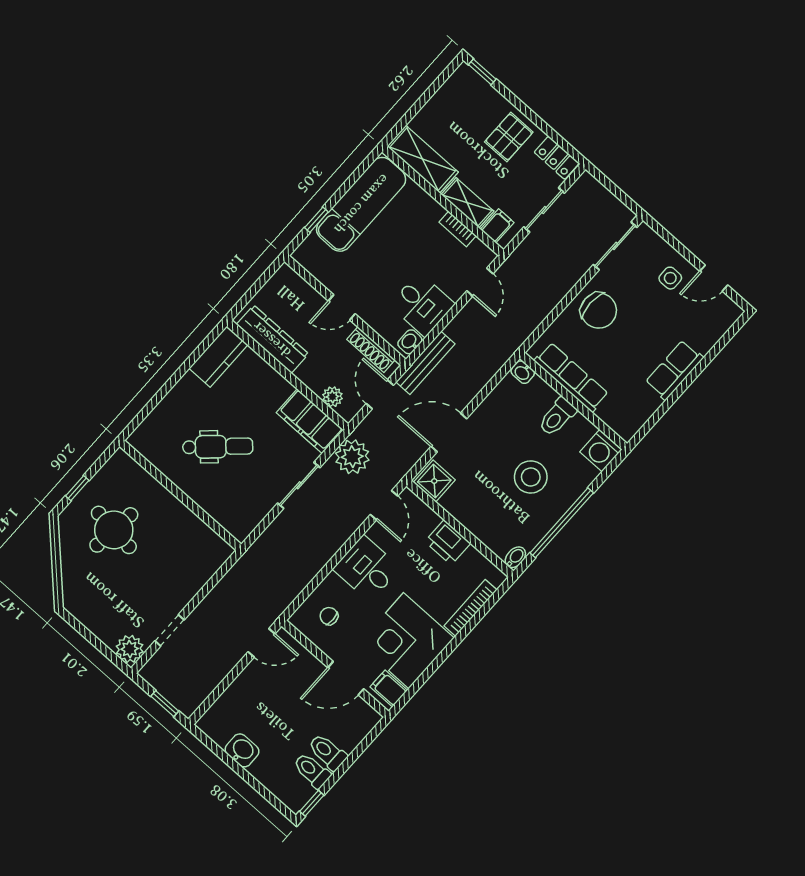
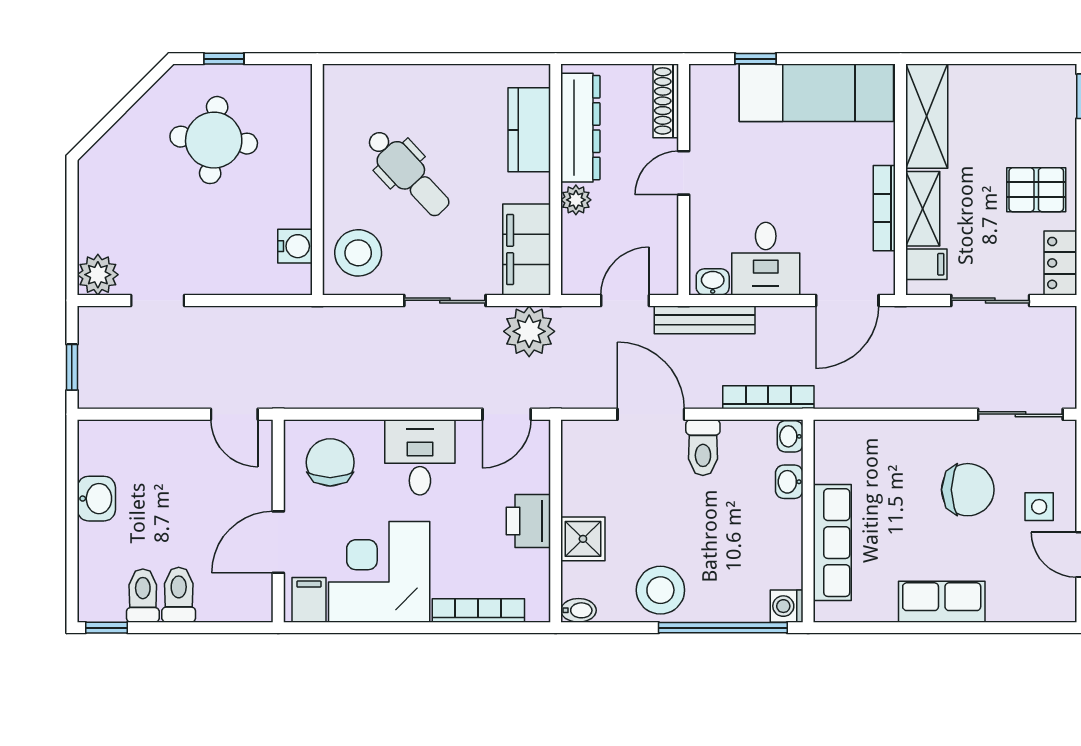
bookcase: (458, 229) -> (884, 208), width x1.56
door: (480, 282) -> (847, 300), width x1.38
door: (342, 307) -> (684, 173), hinge flipped
chair: (599, 311) -> (968, 490), moved, turned -90
shoe rack: (371, 350) -> (666, 101), moved
kitchen counter: (218, 357) -> (529, 130), moved, turned 90
bookcase: (493, 366) -> (768, 397), added
row of seats: (571, 377) -> (832, 543), moved
washbasin: (545, 393) -> (789, 482), added
plant: (332, 397) -> (576, 200), moved
toilet: (557, 417) -> (703, 448), moved, turned -90
washing machine: (601, 451) -> (787, 606), width x0.73, depth x0.73
stool: (531, 477) -> (660, 590), moved
shower: (434, 481) -> (583, 539), moved
stool: (236, 508) -> (358, 253), added
window: (562, 523) -> (723, 628), moved
water cooler: (204, 537) -> (295, 246), added
chair: (329, 616) -> (330, 462), width x1.87, depth x1.87
door: (346, 678) -> (278, 542), hinge flipped

